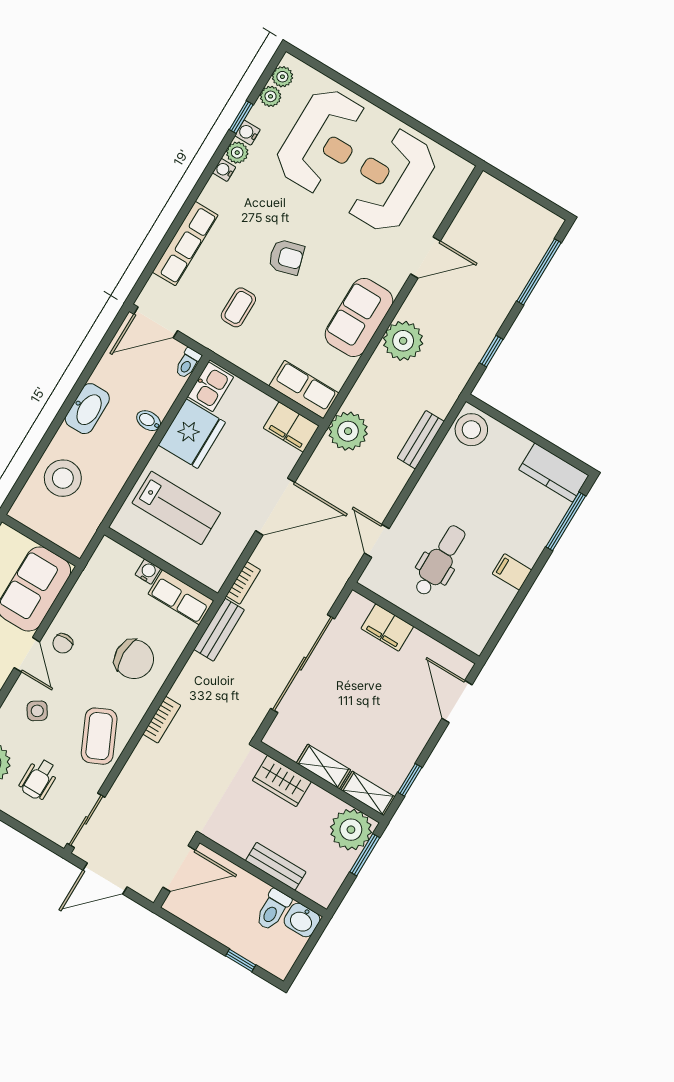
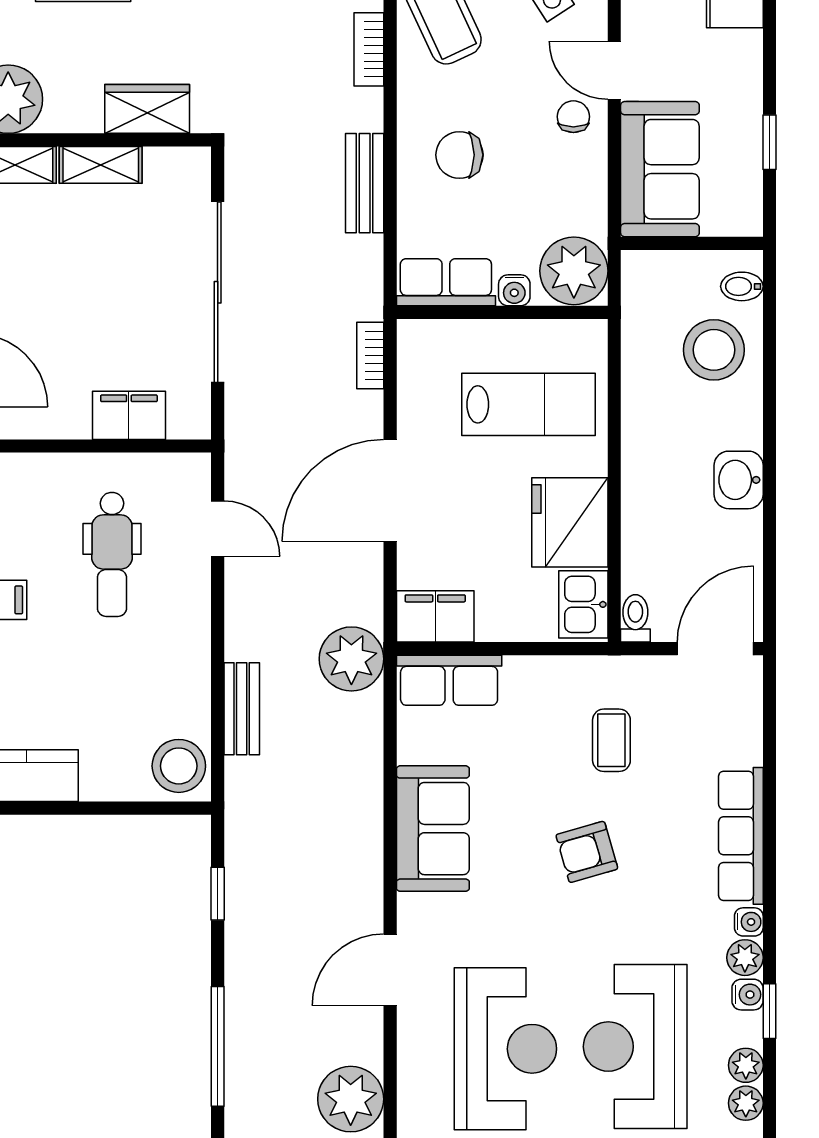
row of seats: (185, 244) -> (741, 836), moved
plant: (403, 341) -> (351, 1099), moved
washbasin: (87, 409) -> (739, 480), width x0.72
bidet: (149, 421) -> (742, 286), moved, turned 180
lab bench: (176, 508) -> (529, 404), turned 180
plant: (111, 563) -> (574, 271), added
bench: (219, 630) -> (365, 183), moved
chair: (134, 659) -> (459, 155), width x0.73, depth x0.73
bookcase: (162, 720) -> (369, 49), moved

